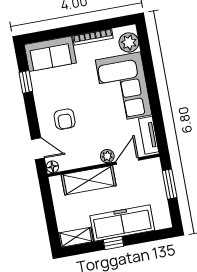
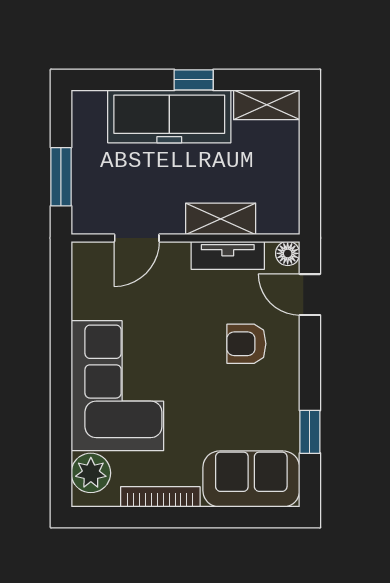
armchair: (65, 119) -> (246, 344), turned -90
tv unit: (149, 135) -> (228, 255), moved, turned 90
plant: (107, 156) -> (175, 255), removed
shelving: (89, 180) -> (221, 219), width x0.67, depth x0.75

